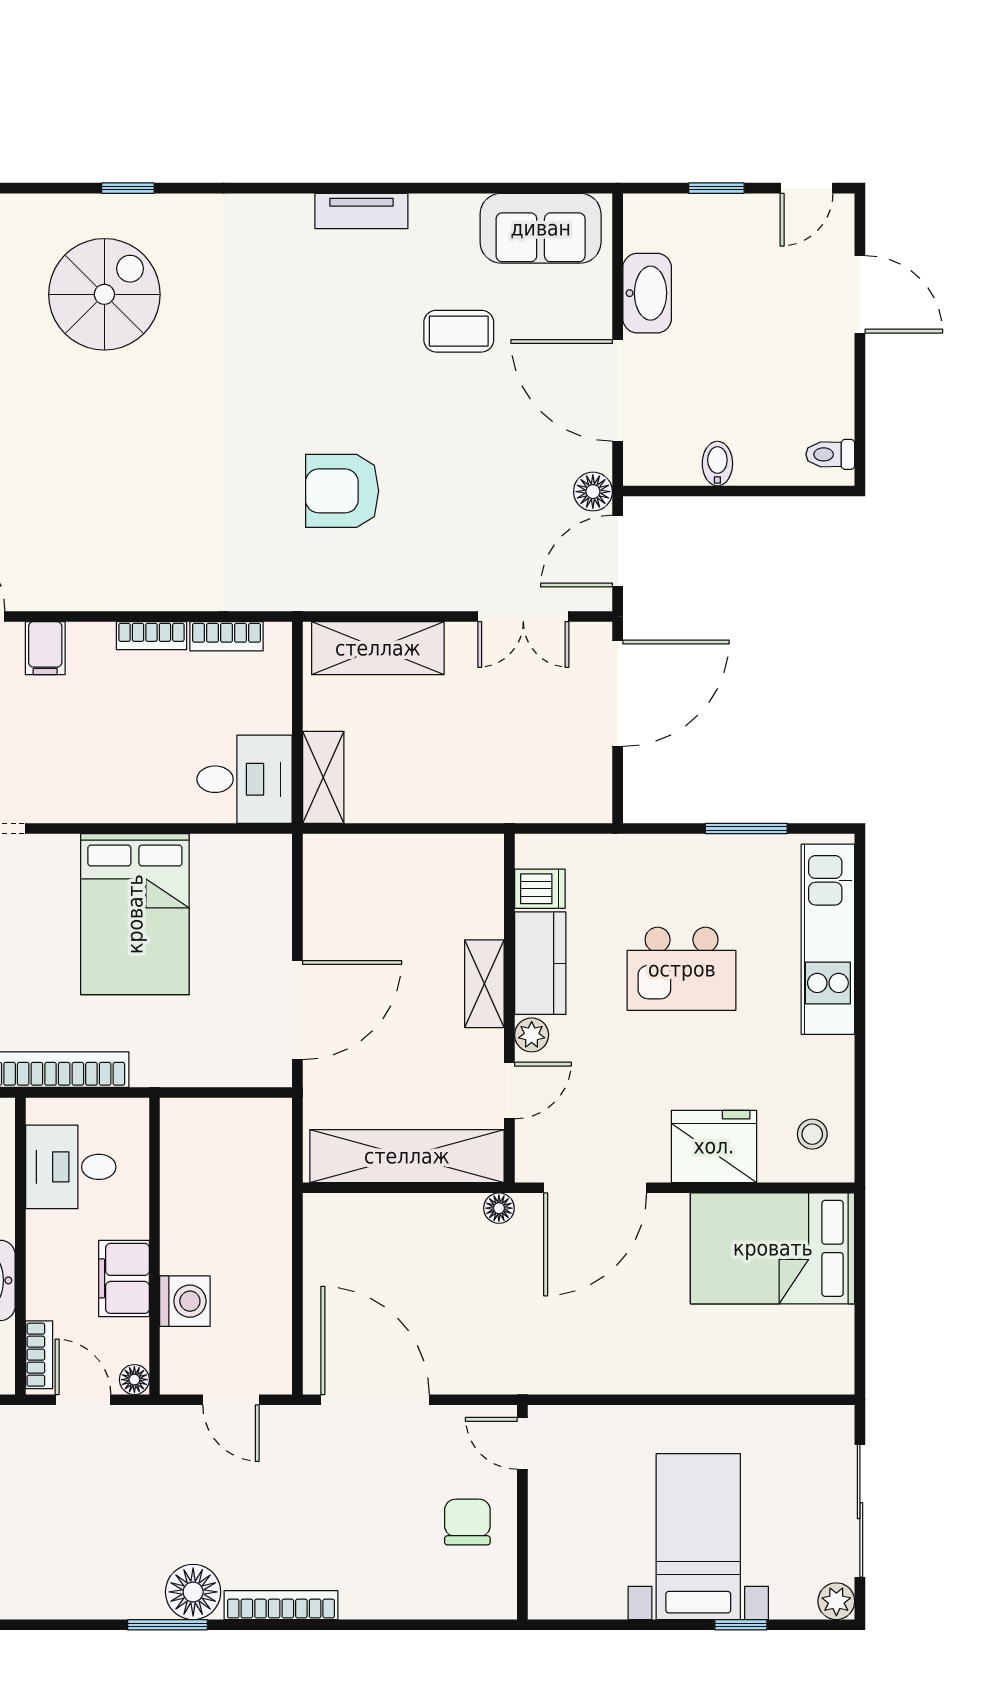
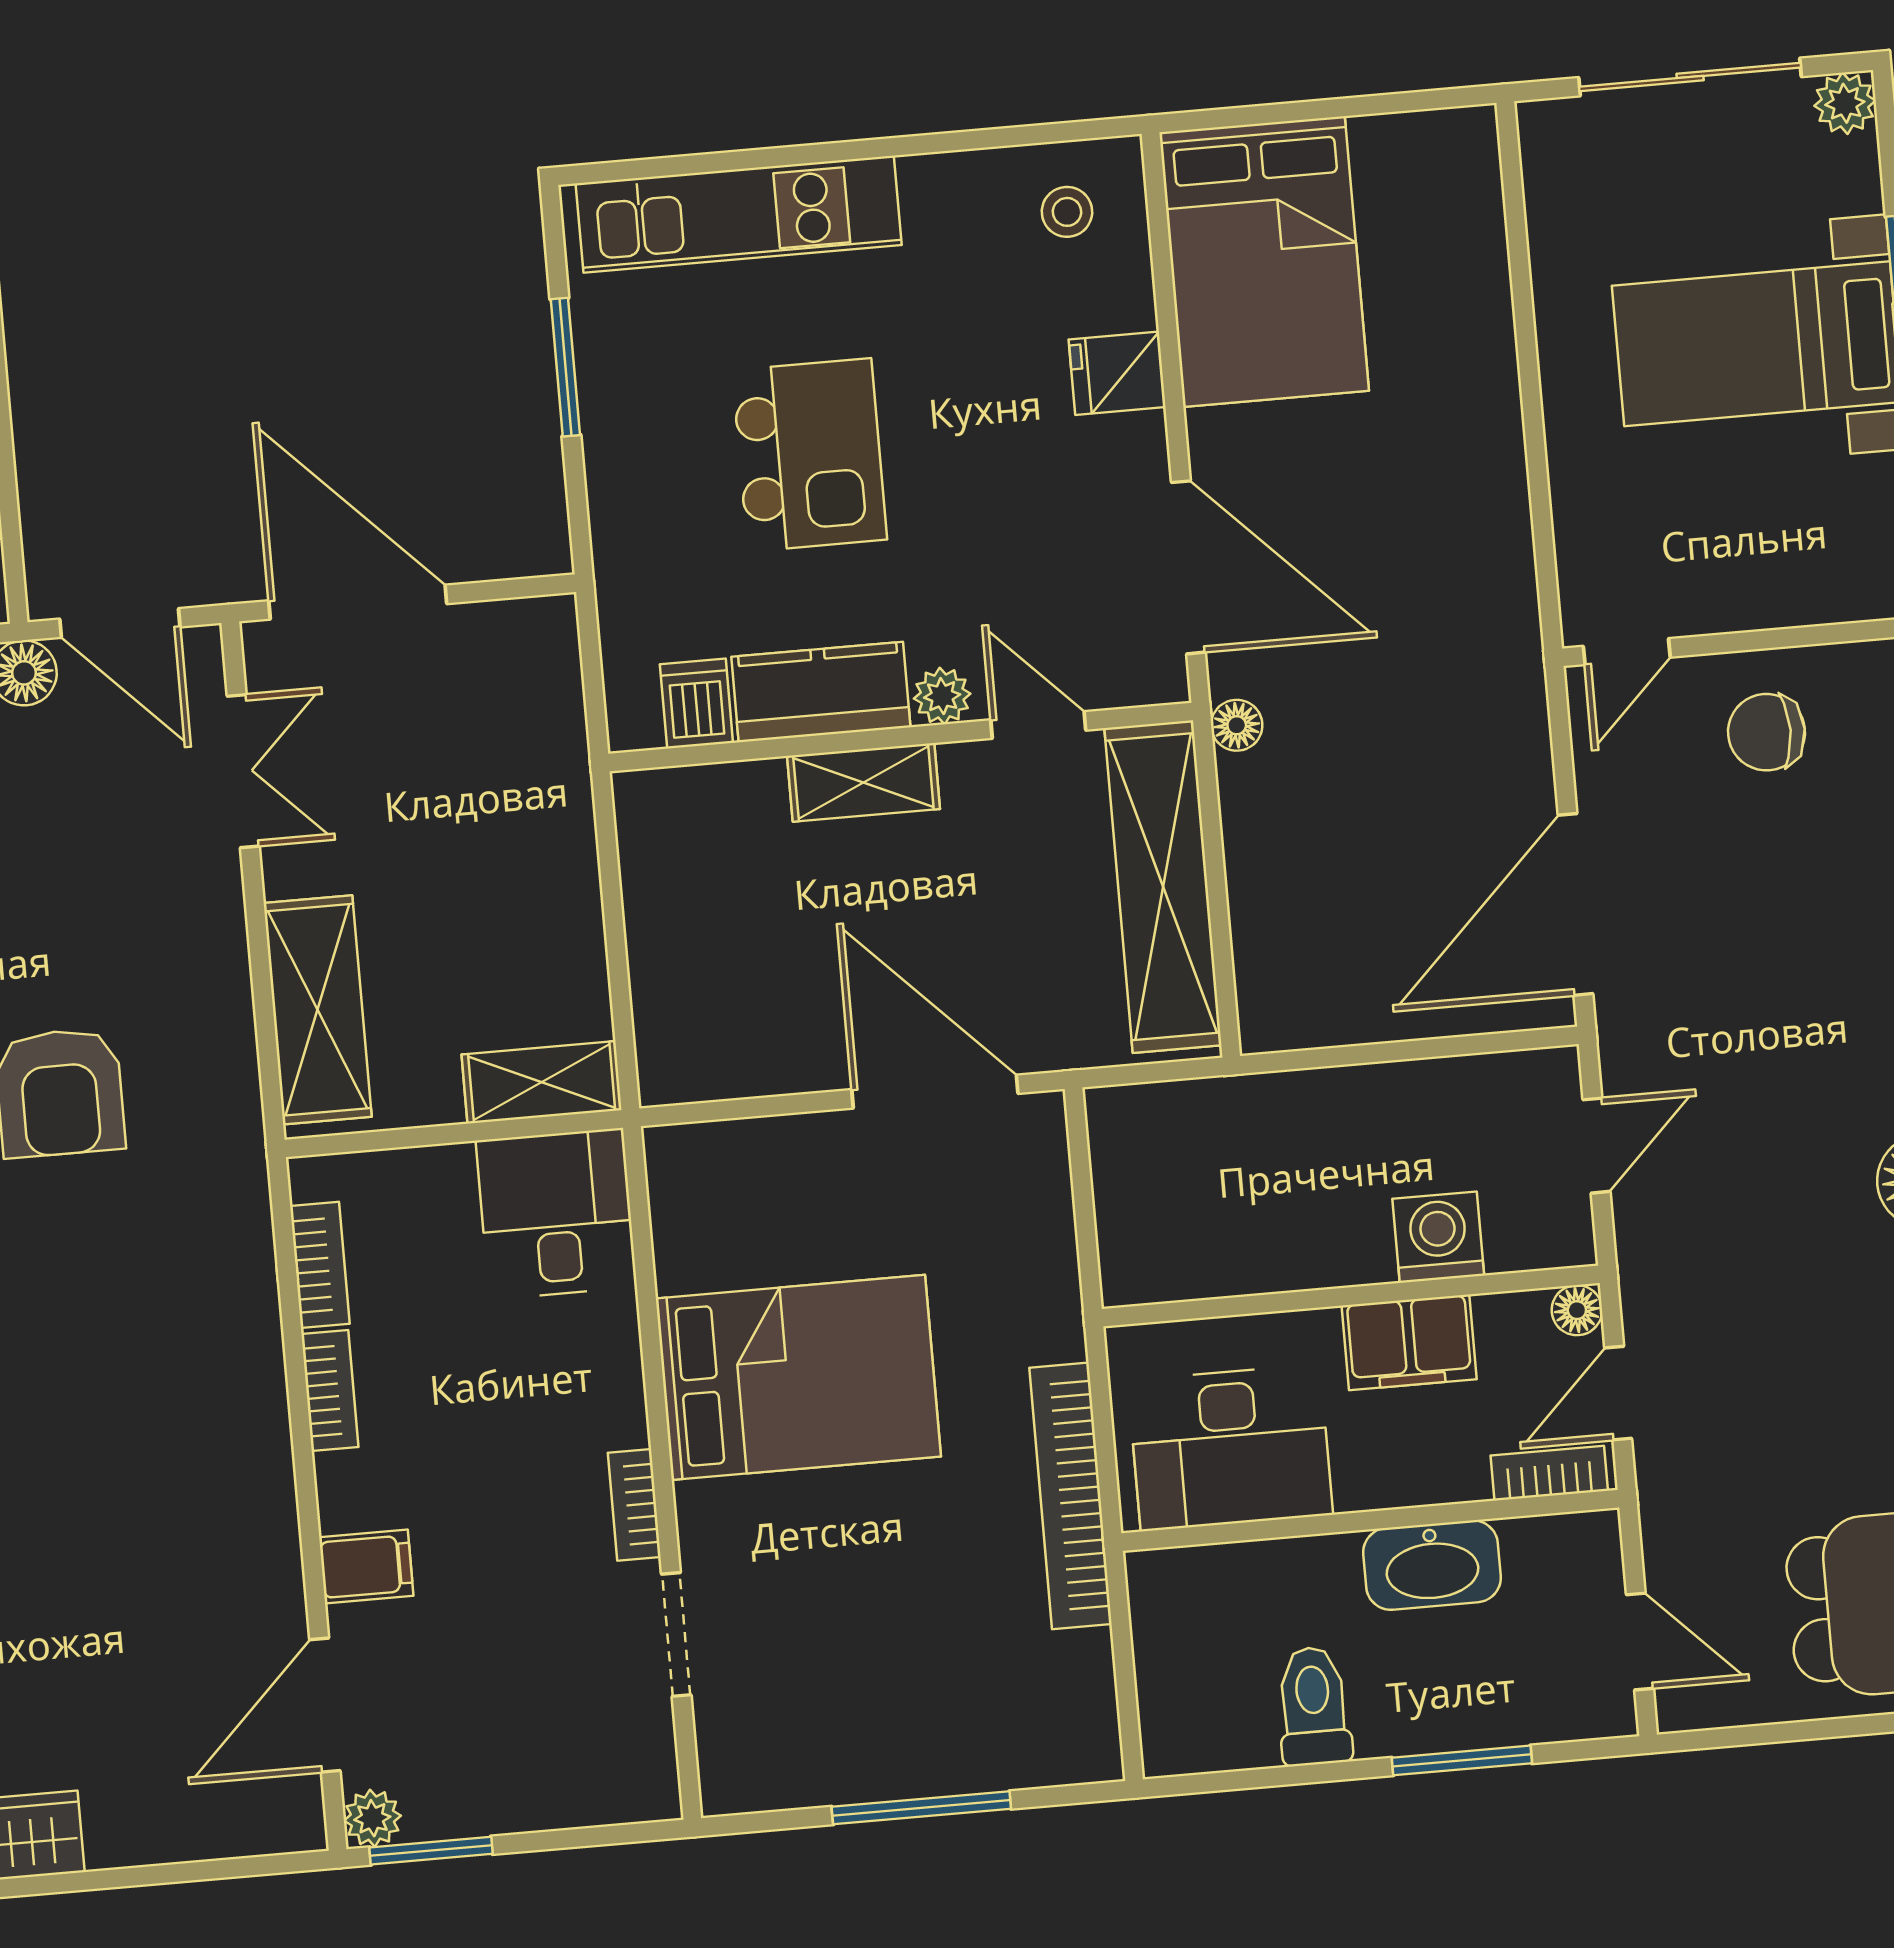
bookcase: (68, 810) -> (634, 1505), added
fridge: (714, 1146) -> (1117, 373), width x0.53, depth x0.75
desk: (71, 1167) -> (1230, 1448), width x1.37

